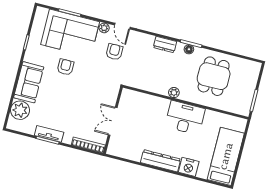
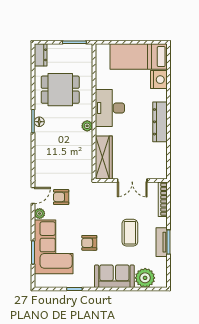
dresser: (165, 45) -> (41, 55), moved
wardrobe: (141, 100) -> (104, 158), added
coffee table: (65, 107) -> (130, 233), added
nightstand: (189, 167) -> (159, 80), moved

